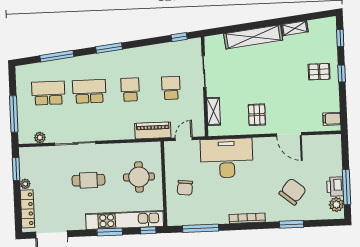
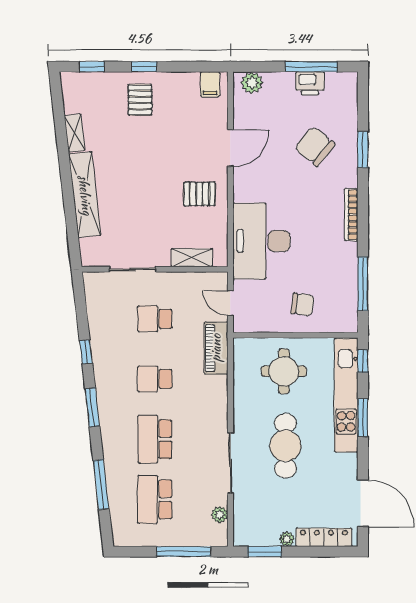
window: (179, 37) -> (86, 352), moved
cafe table: (88, 180) -> (285, 446), width x1.37, depth x1.35
plant: (336, 205) -> (252, 83), moved

